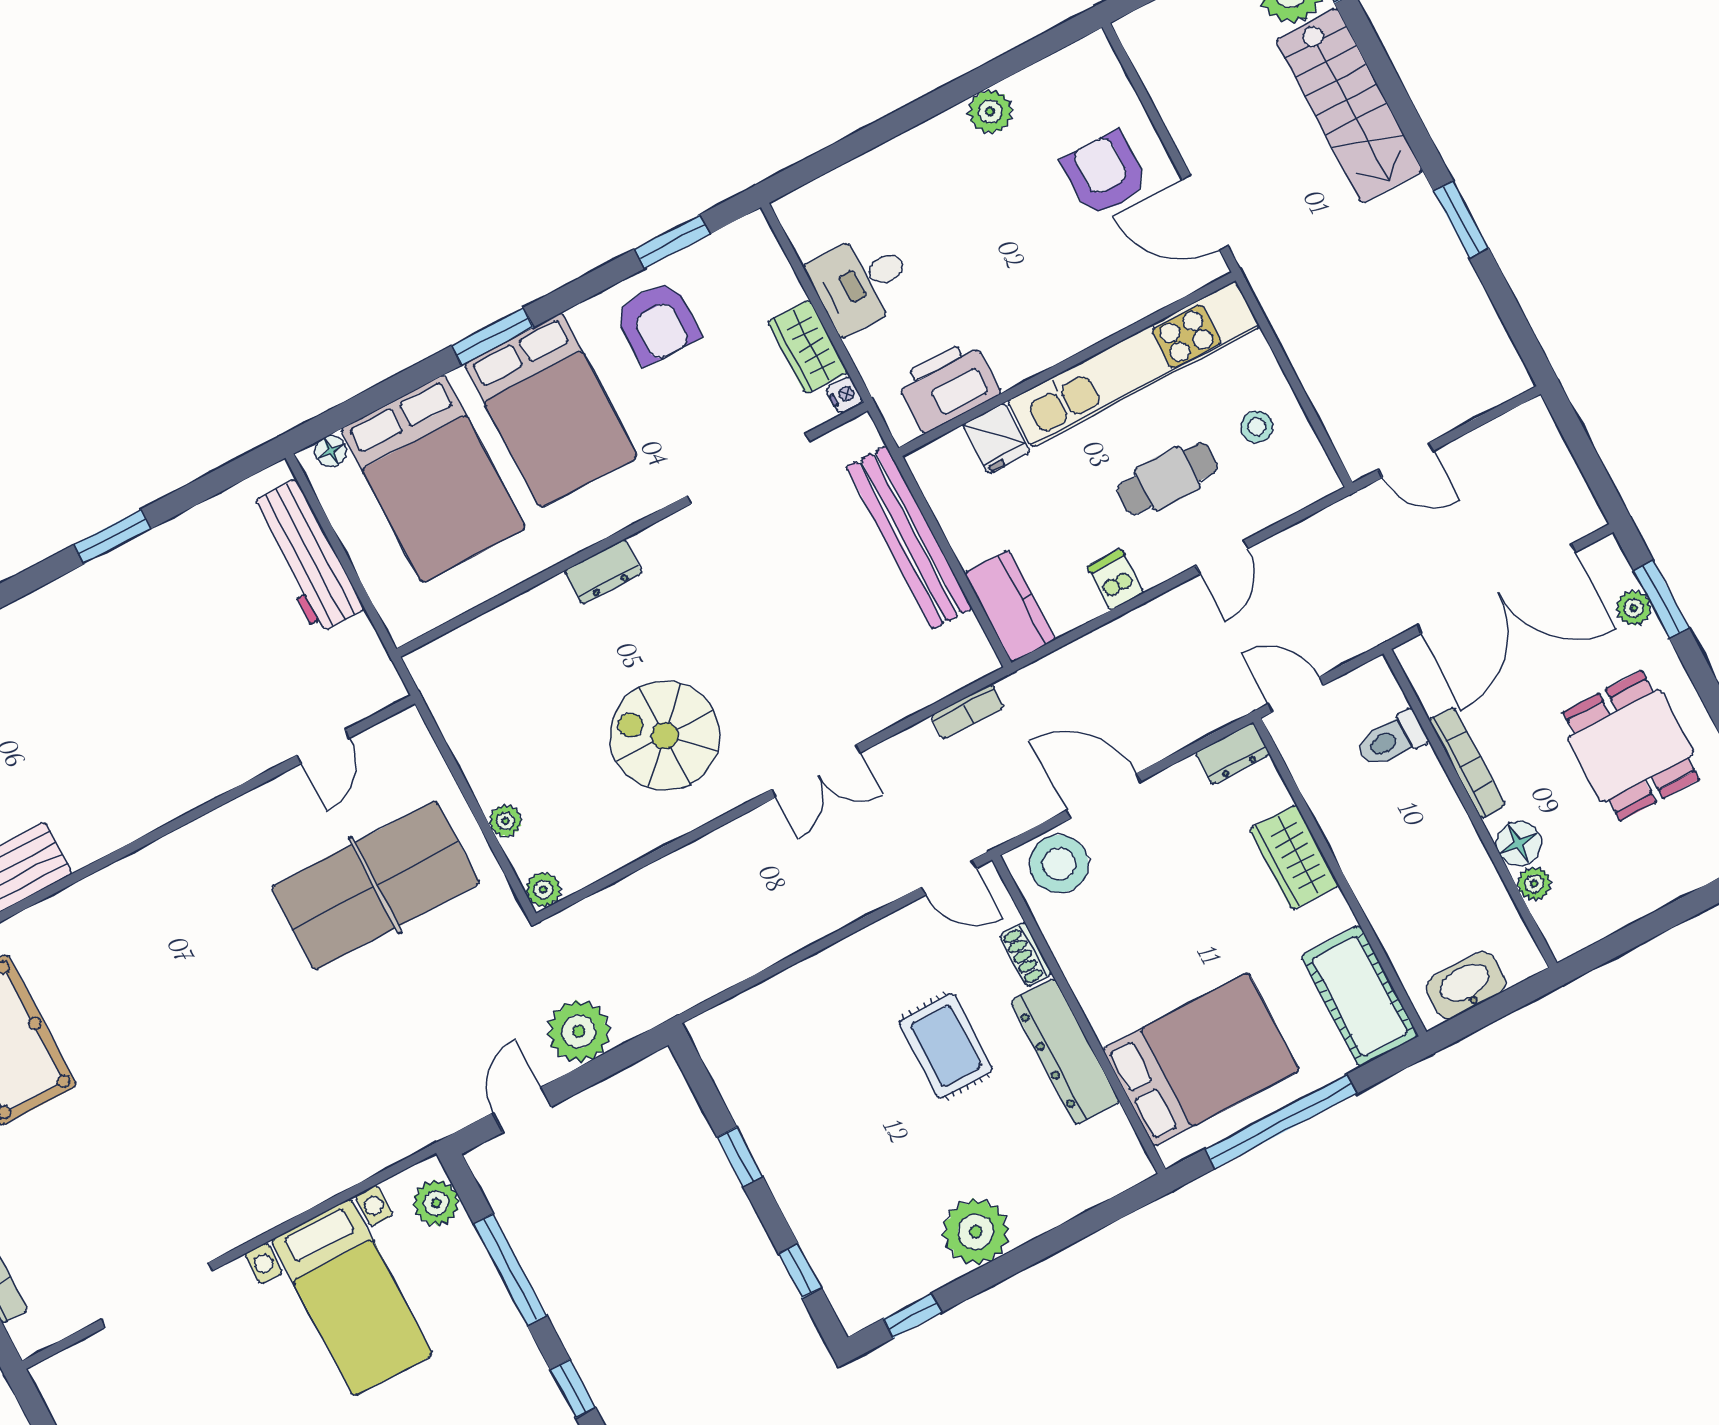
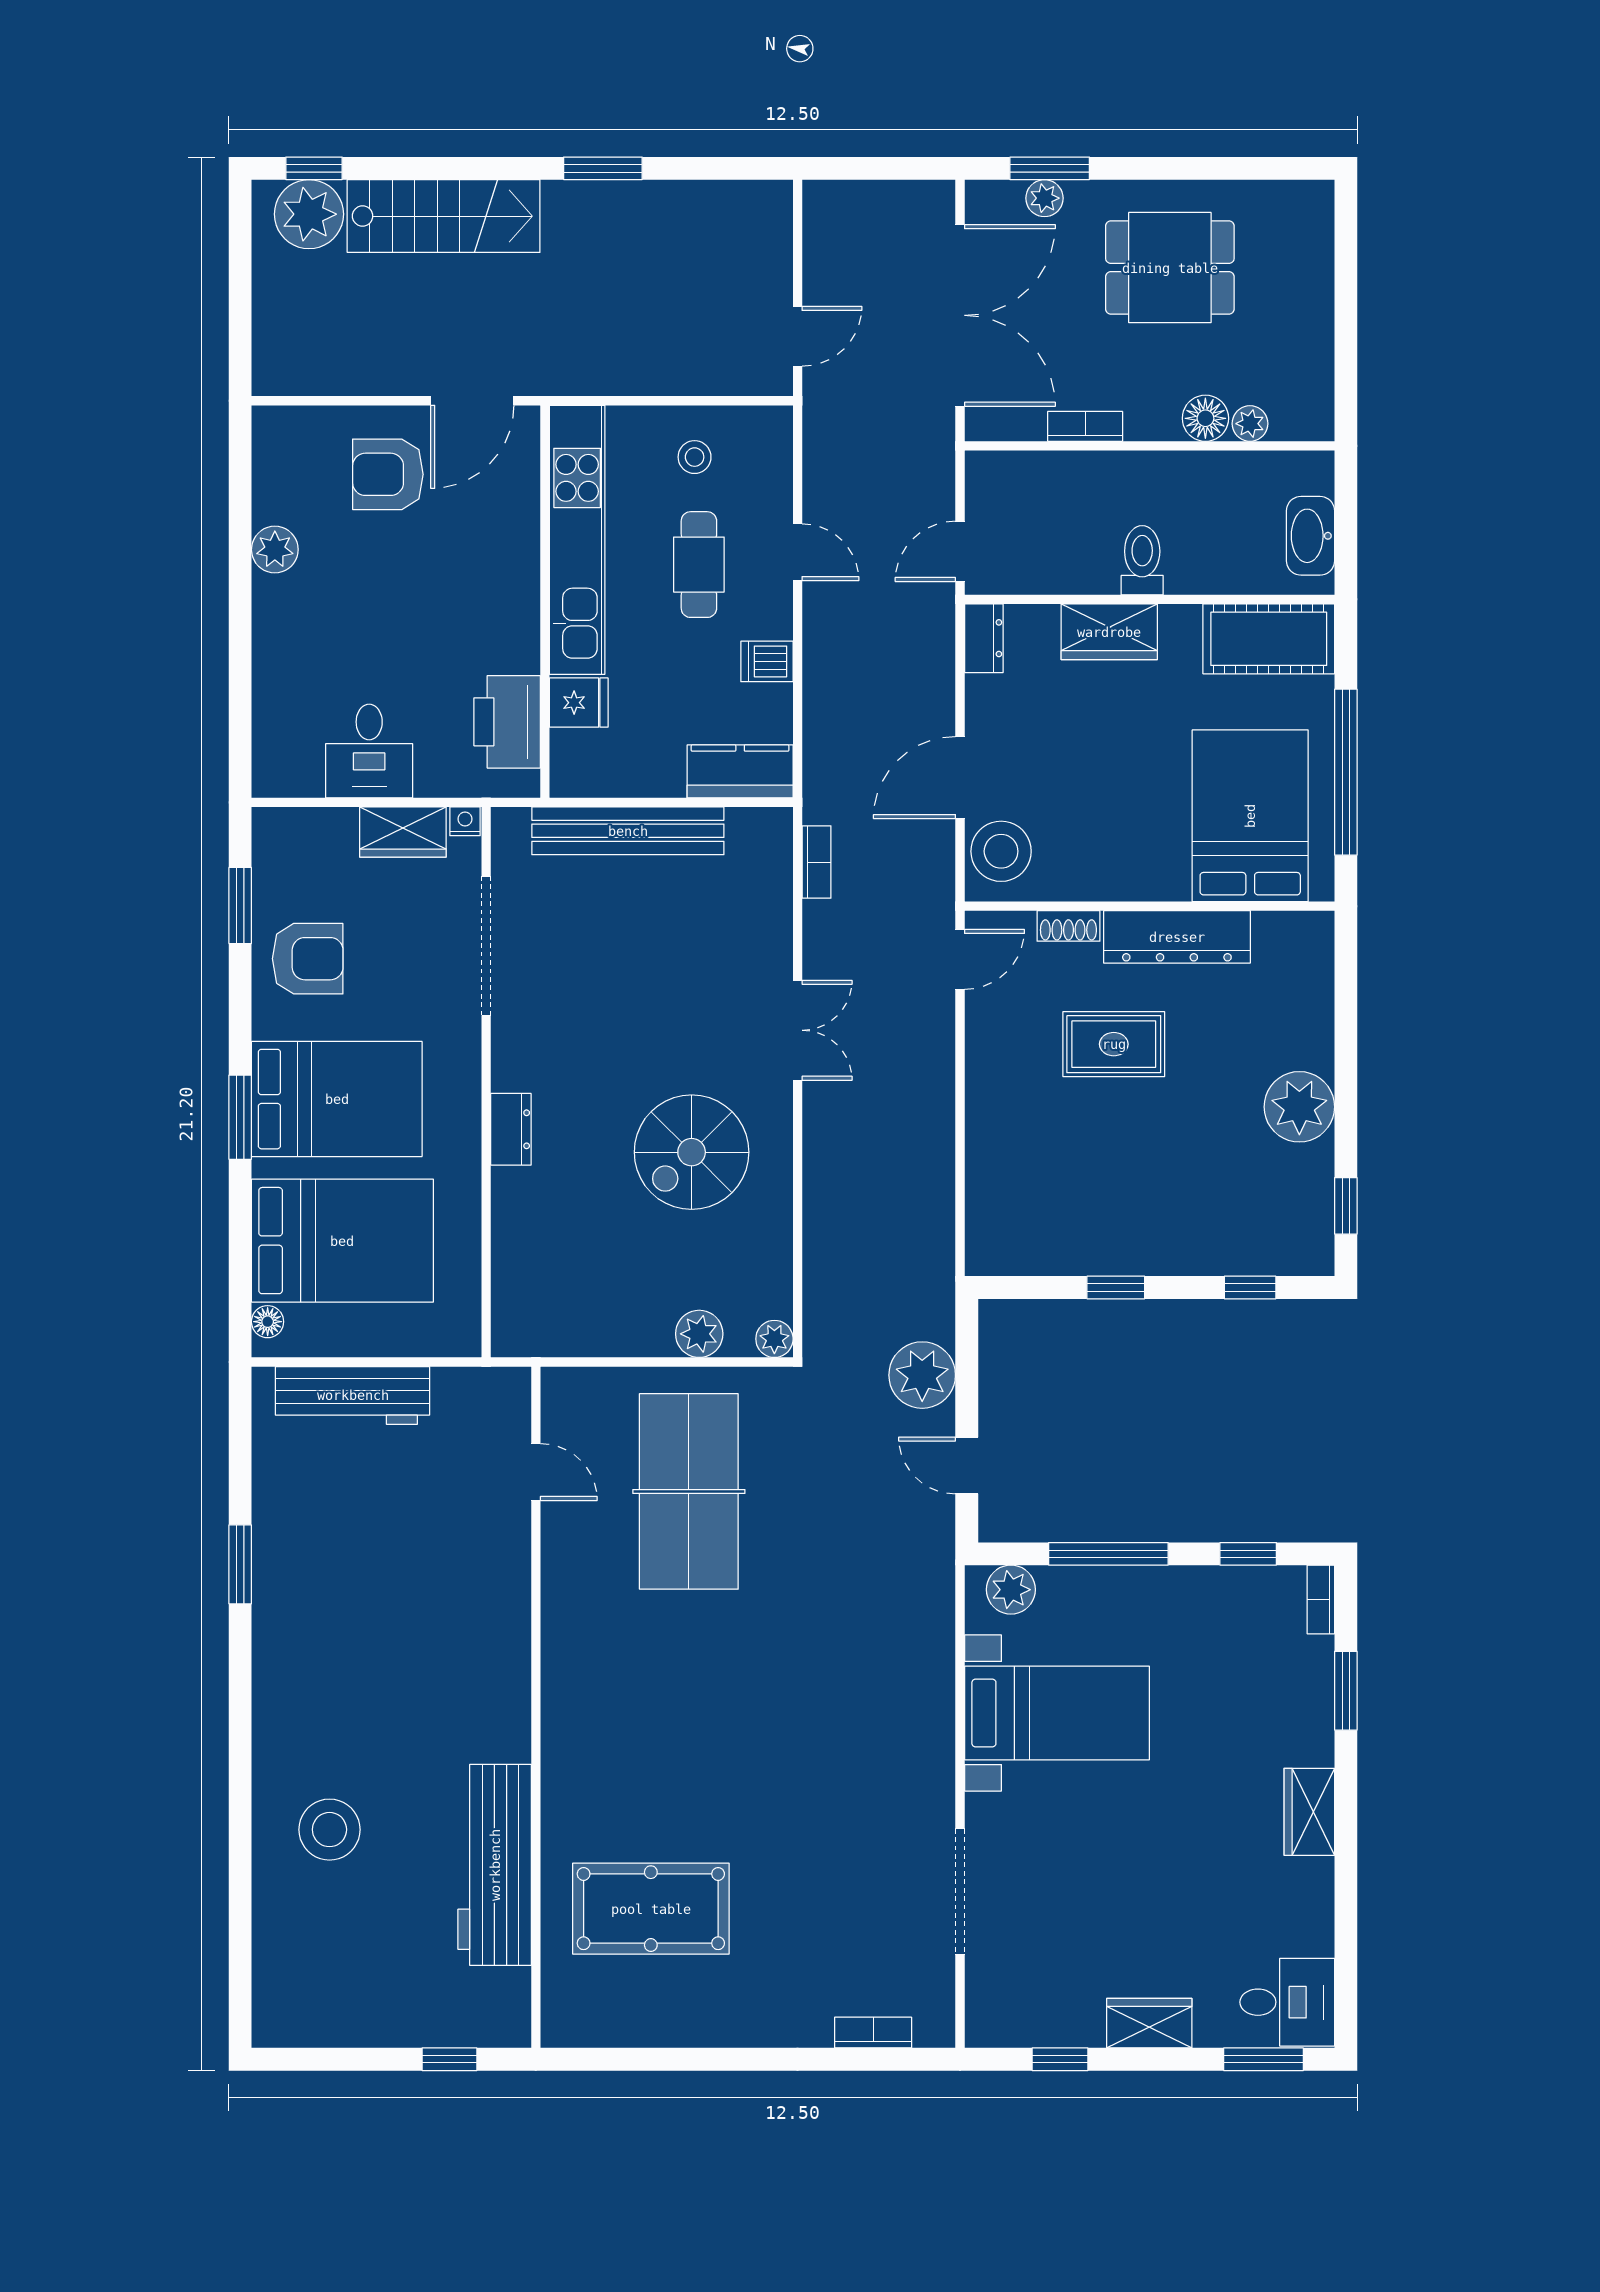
toilet: (1391, 739) -> (1142, 560), moved, turned 180
bookcase: (1467, 763) -> (1085, 426), width x0.64
plant: (505, 821) -> (699, 1334), width x1.38, depth x1.38

